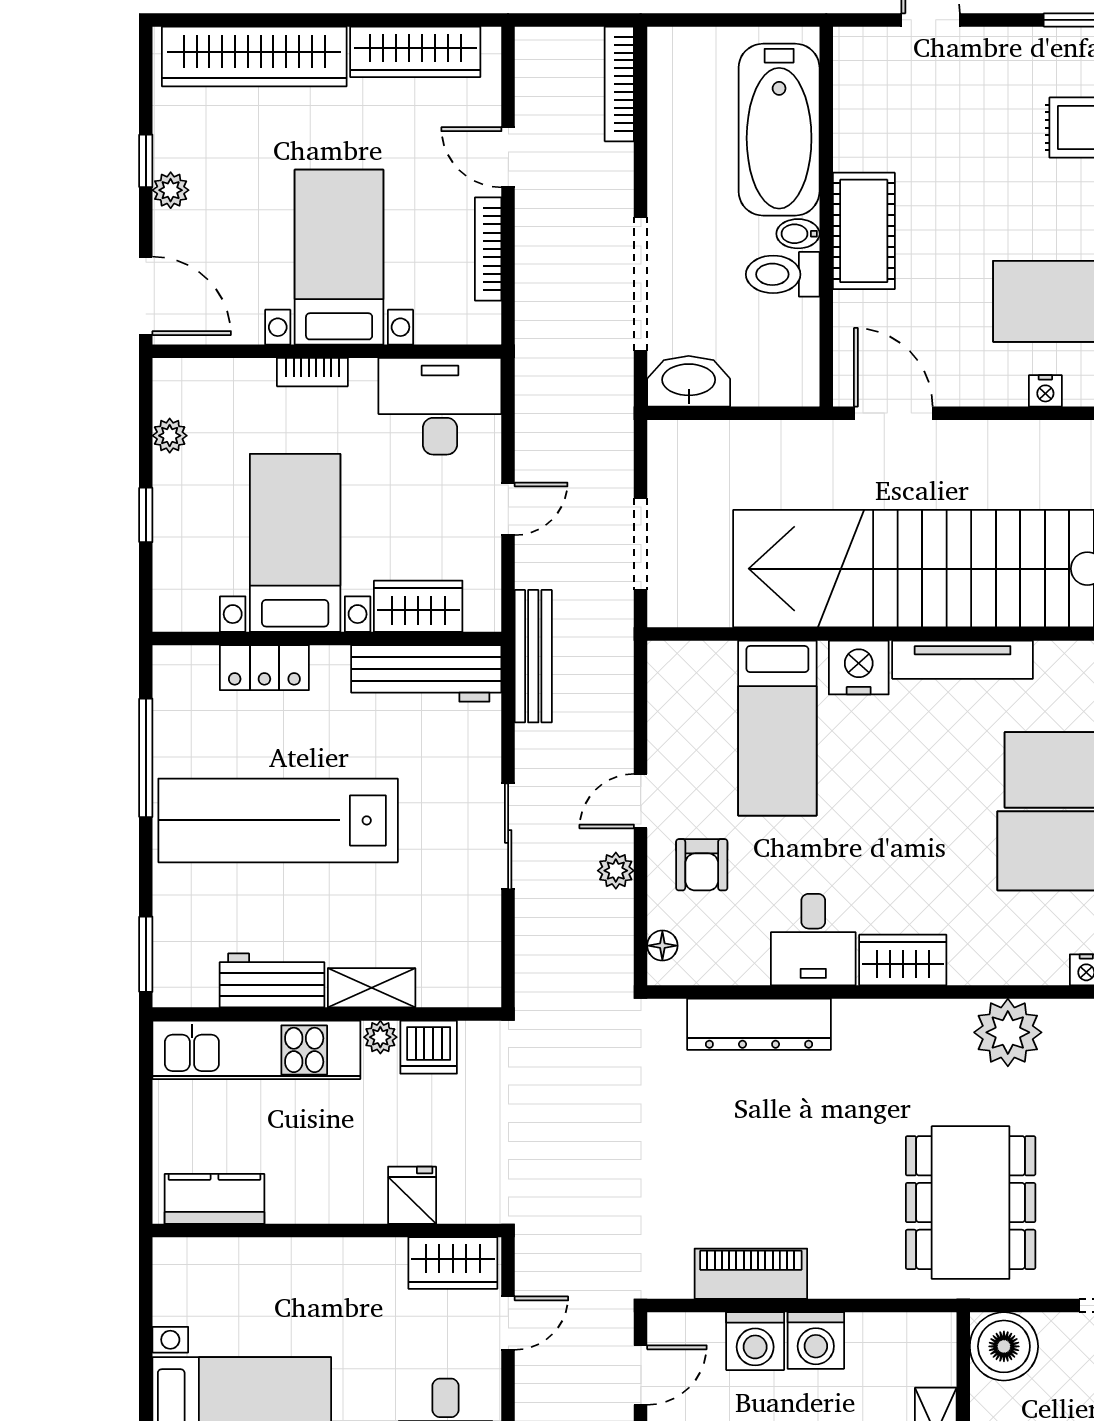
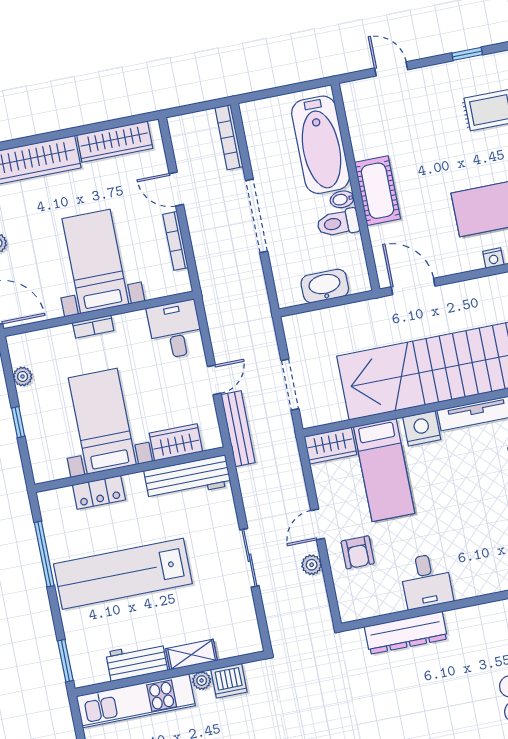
doorway: (641, 284) -> (257, 216), moved
washbasin: (689, 381) -> (325, 286), moved
desk: (440, 406) -> (175, 330), width x0.73
bench: (533, 656) -> (238, 429), moved
floor lamp: (662, 946) -> (345, 600), removed
wardrobe: (903, 960) -> (330, 446), moved, turned 180

